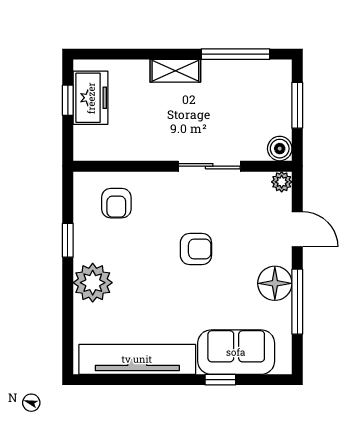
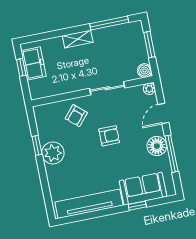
armchair: (116, 203) -> (76, 116), moved, turned 41
door: (297, 229) -> (163, 113), swing flipped
plant: (93, 283) -> (53, 153), moved

